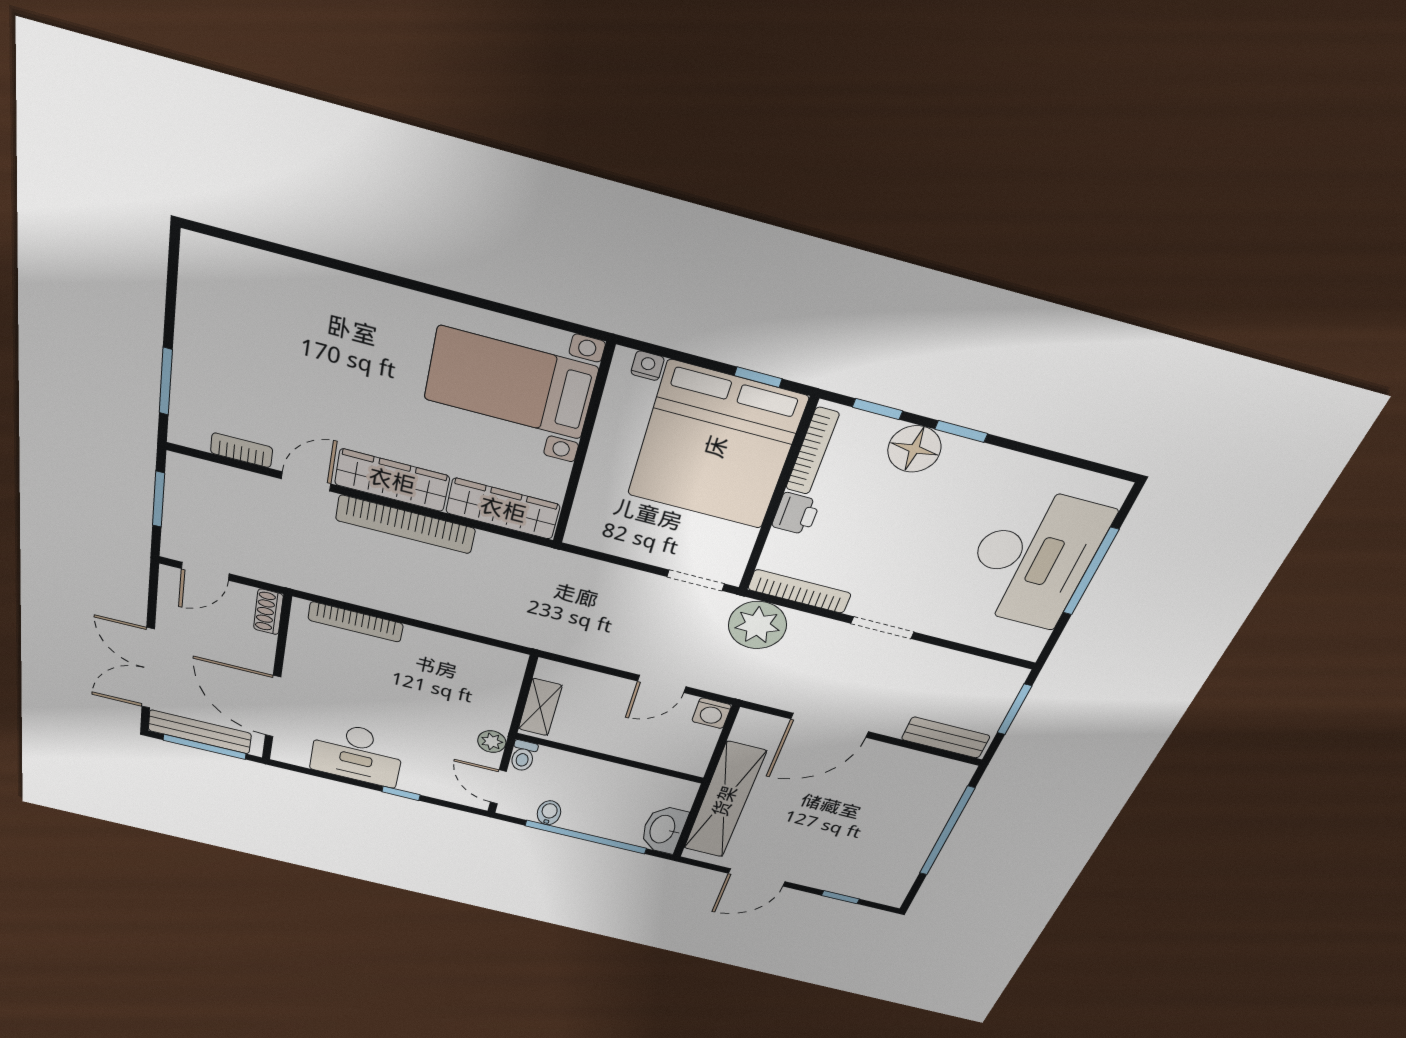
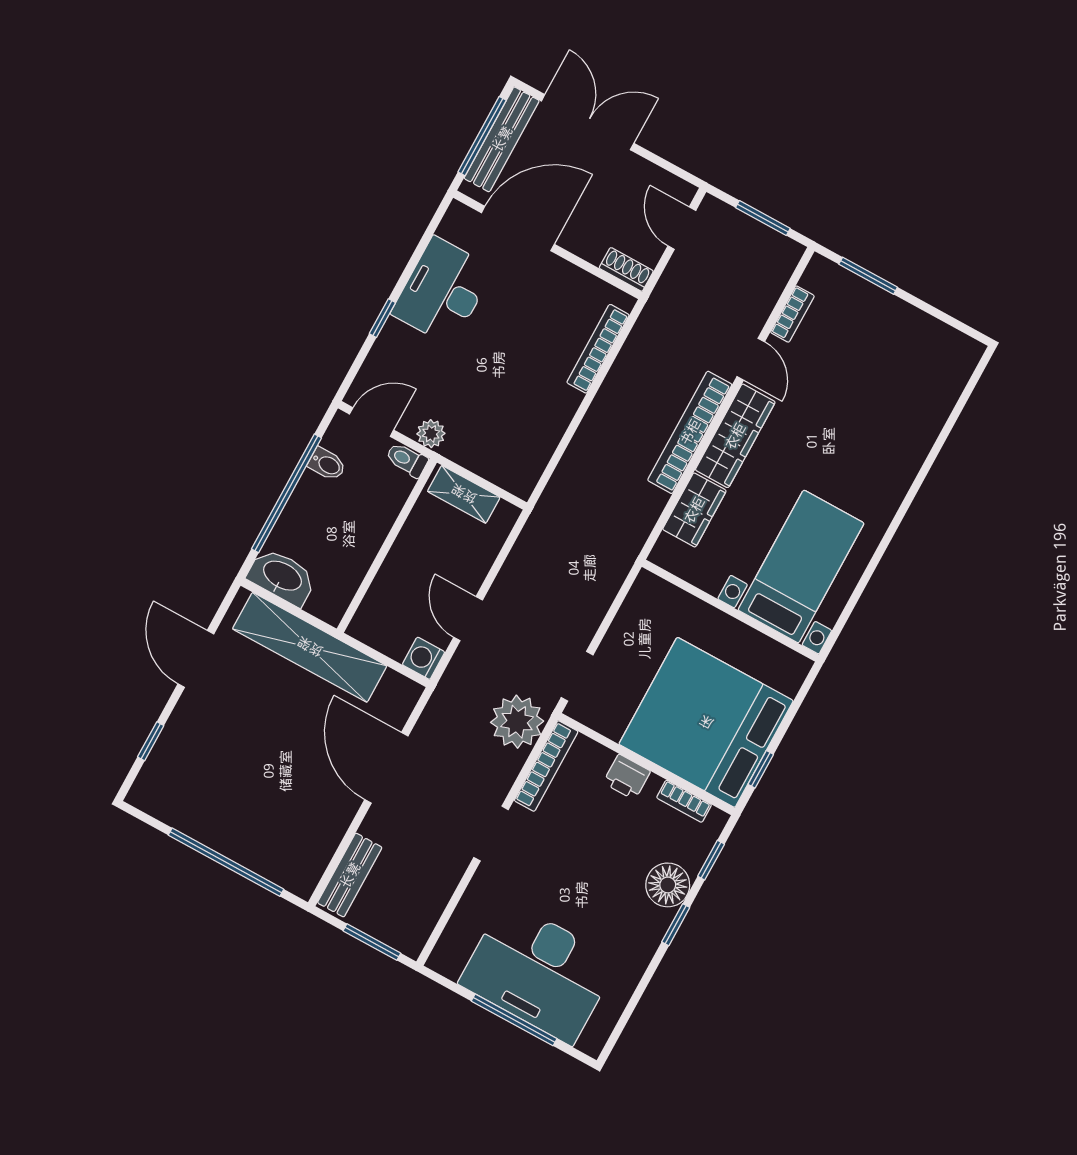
nightstand: (648, 366) -> (791, 683), removed
bookcase: (812, 451) -> (684, 801), width x0.64
wardrobe: (503, 509) -> (694, 510), width x0.67

